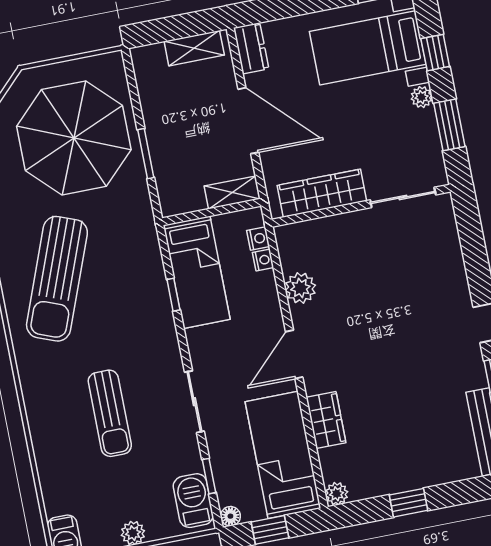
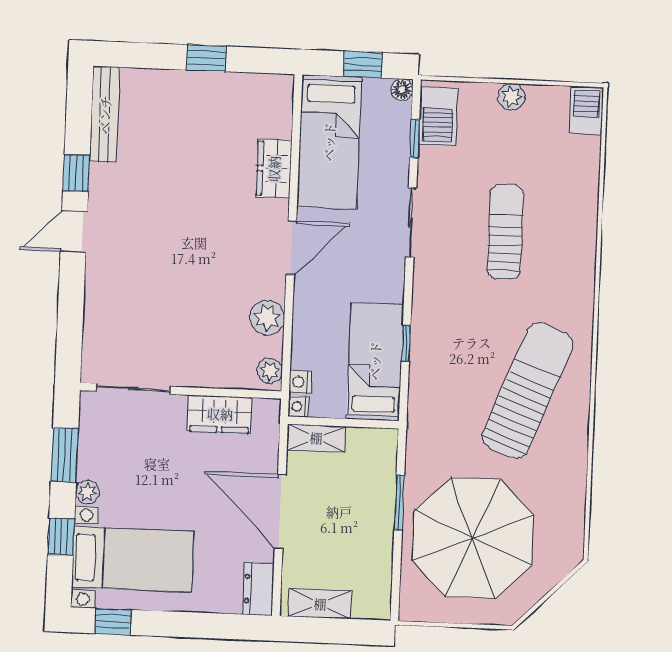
wardrobe: (322, 193) -> (220, 414), width x0.67
nightstand: (263, 260) -> (298, 406), moved
plant: (337, 494) -> (270, 371), moved

